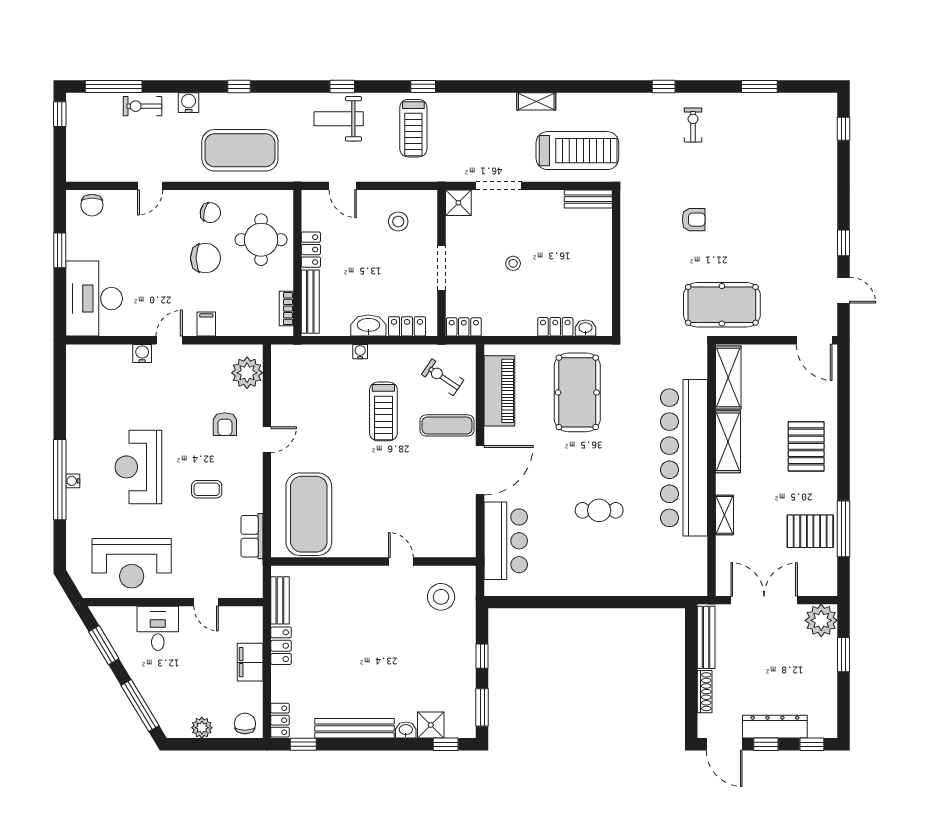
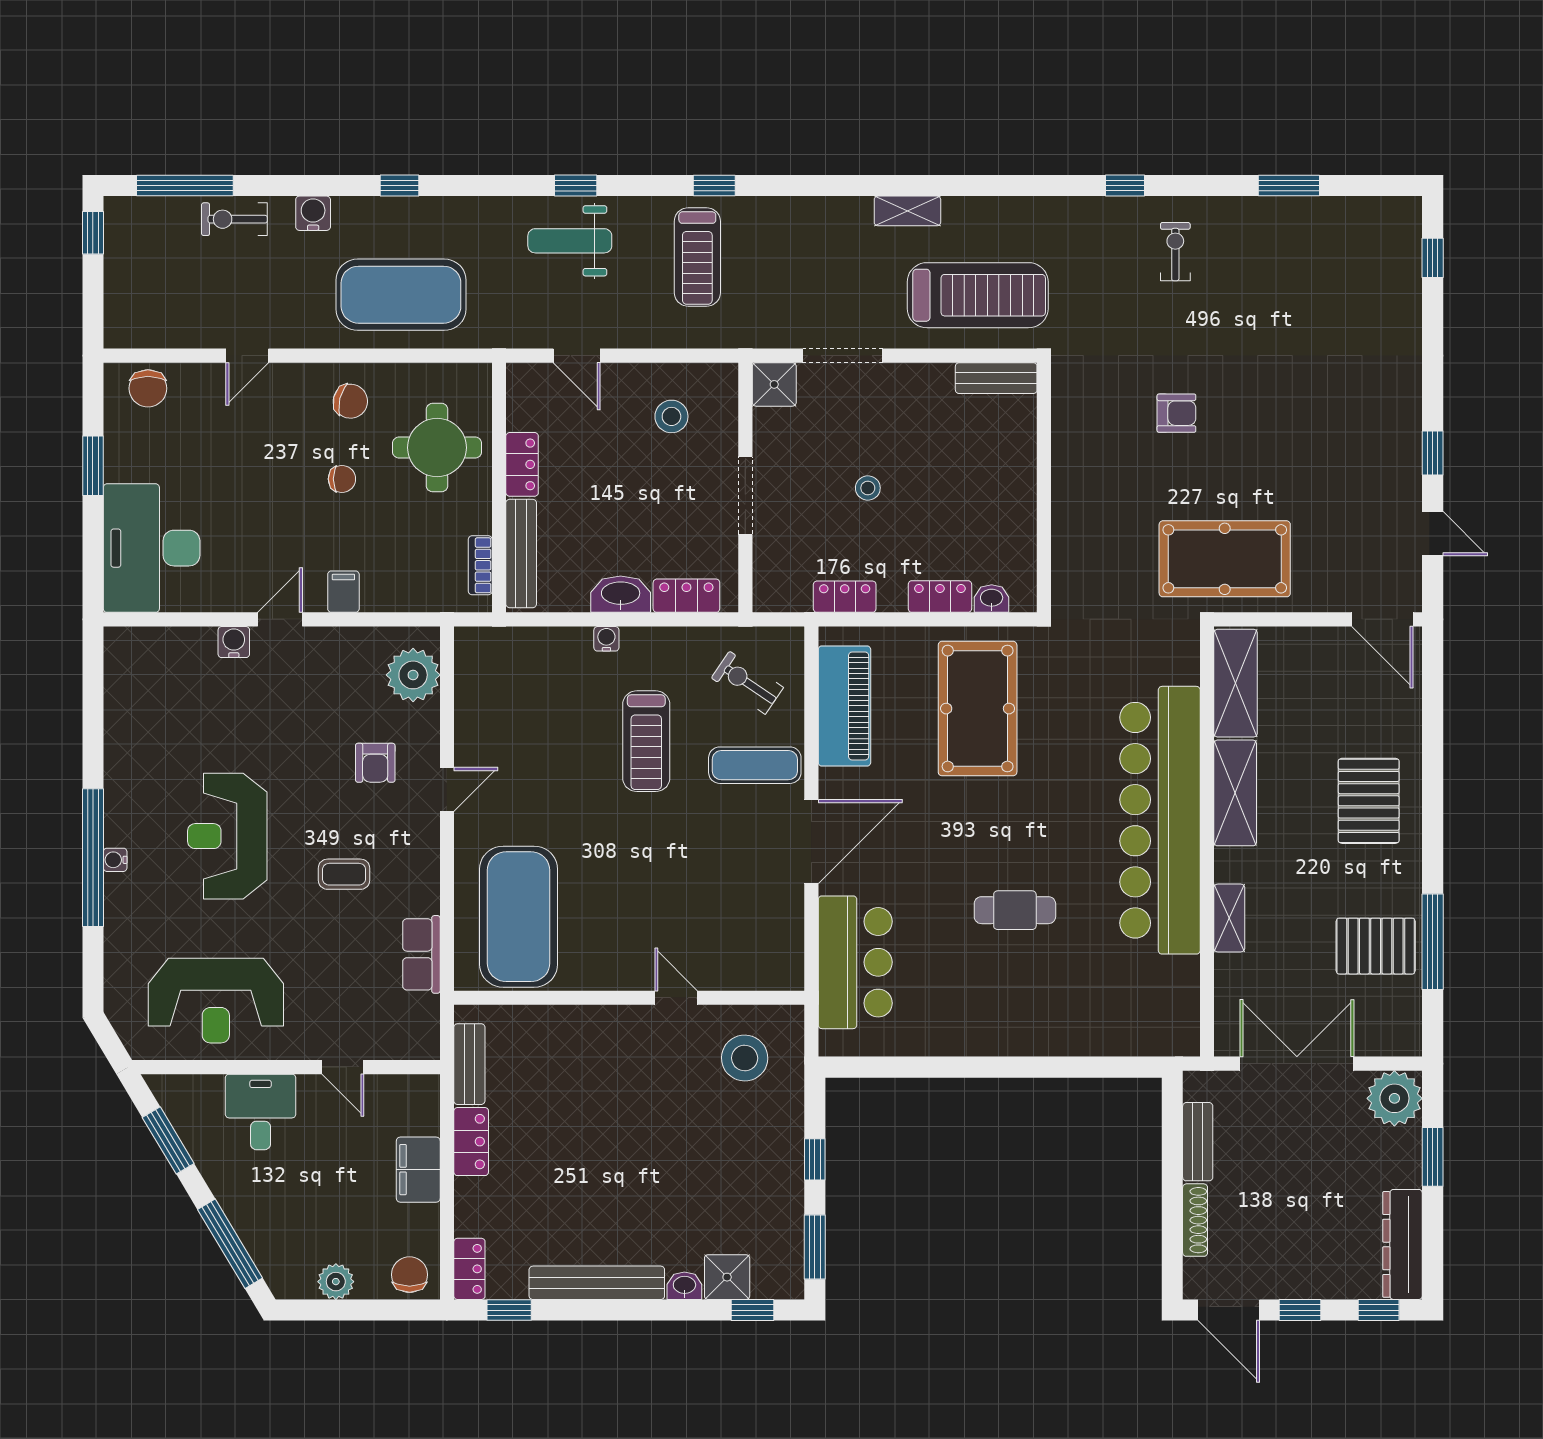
chair: (205, 258) -> (342, 479), width x0.54, depth x0.54
locker: (464, 327) -> (845, 597), moved
bench: (706, 637) -> (1198, 1142), width x0.73
dresser: (775, 727) -> (1403, 1244), moved, turned -90

